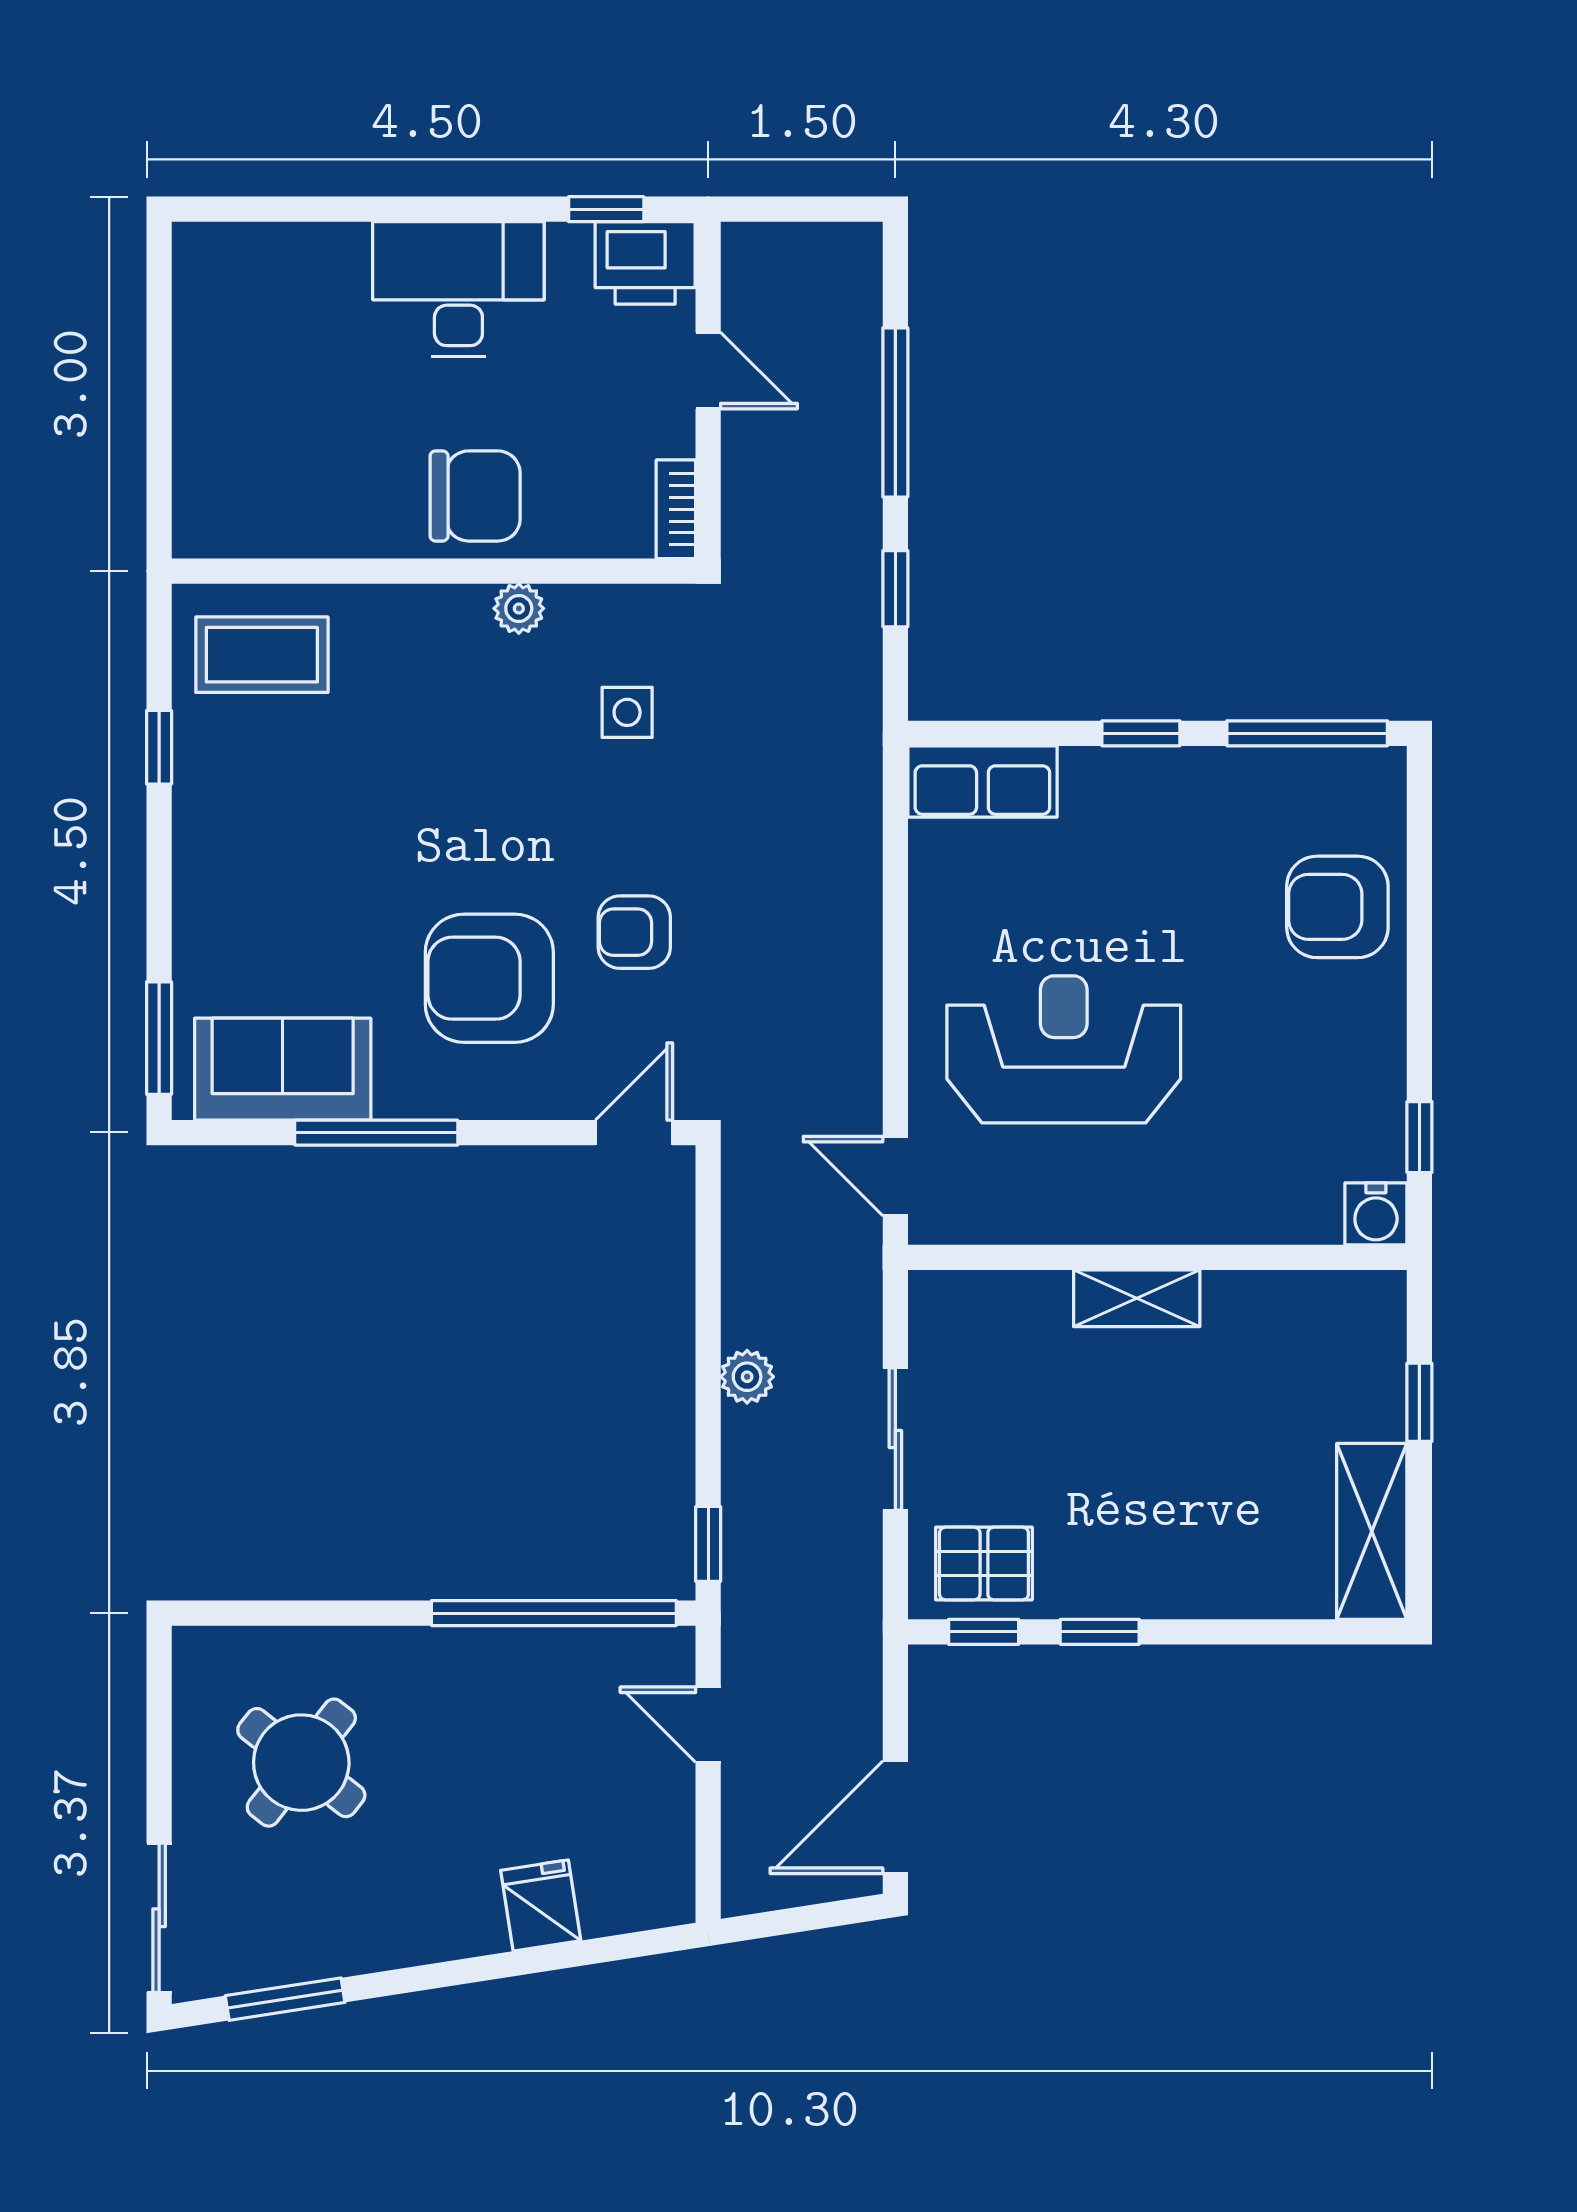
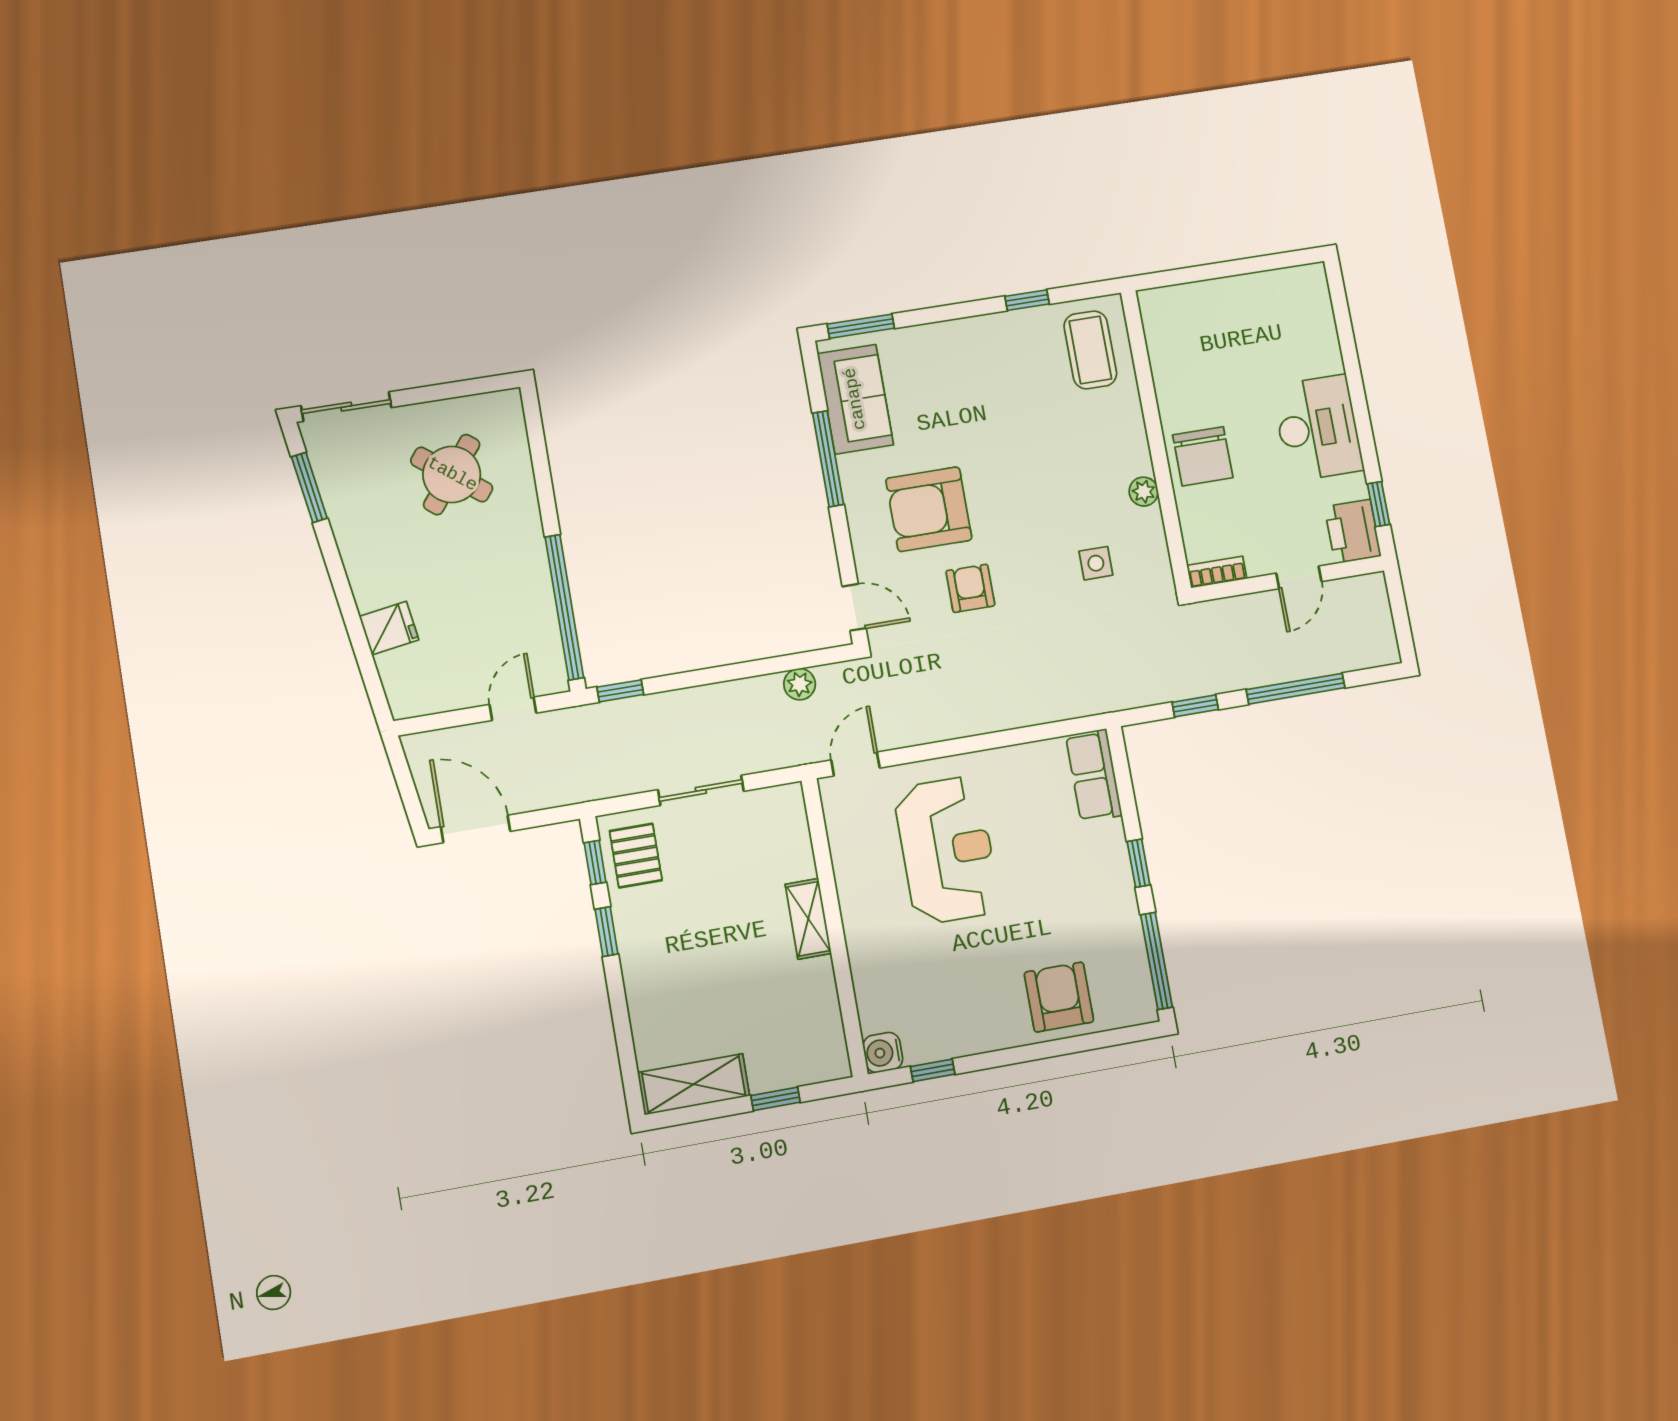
armchair: (489, 978) -> (929, 509), turned -90
plant: (747, 1377) -> (800, 684), moved

